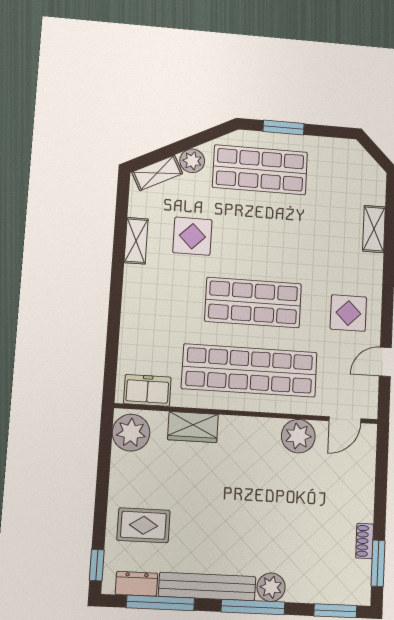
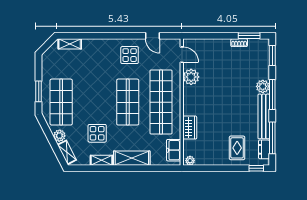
shelving: (374, 229) -> (70, 44), moved
shelving: (137, 303) -> (132, 158), added
plant: (131, 433) -> (190, 161), width x0.53, depth x0.53

